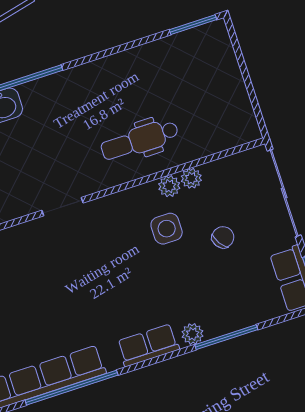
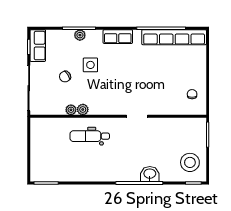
dental chair: (140, 140) -> (90, 136), turned 180
side table: (167, 229) -> (90, 65), moved
plant: (193, 334) -> (80, 35), moved

